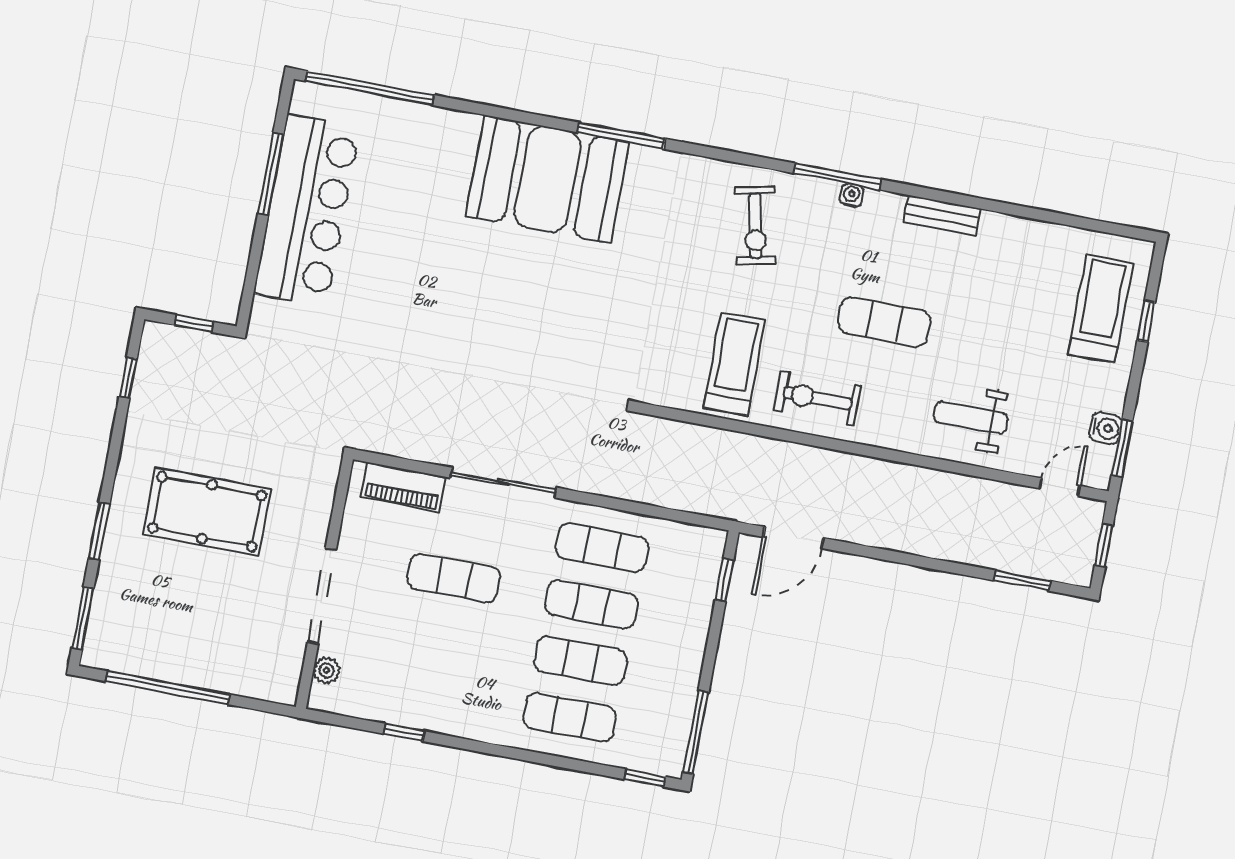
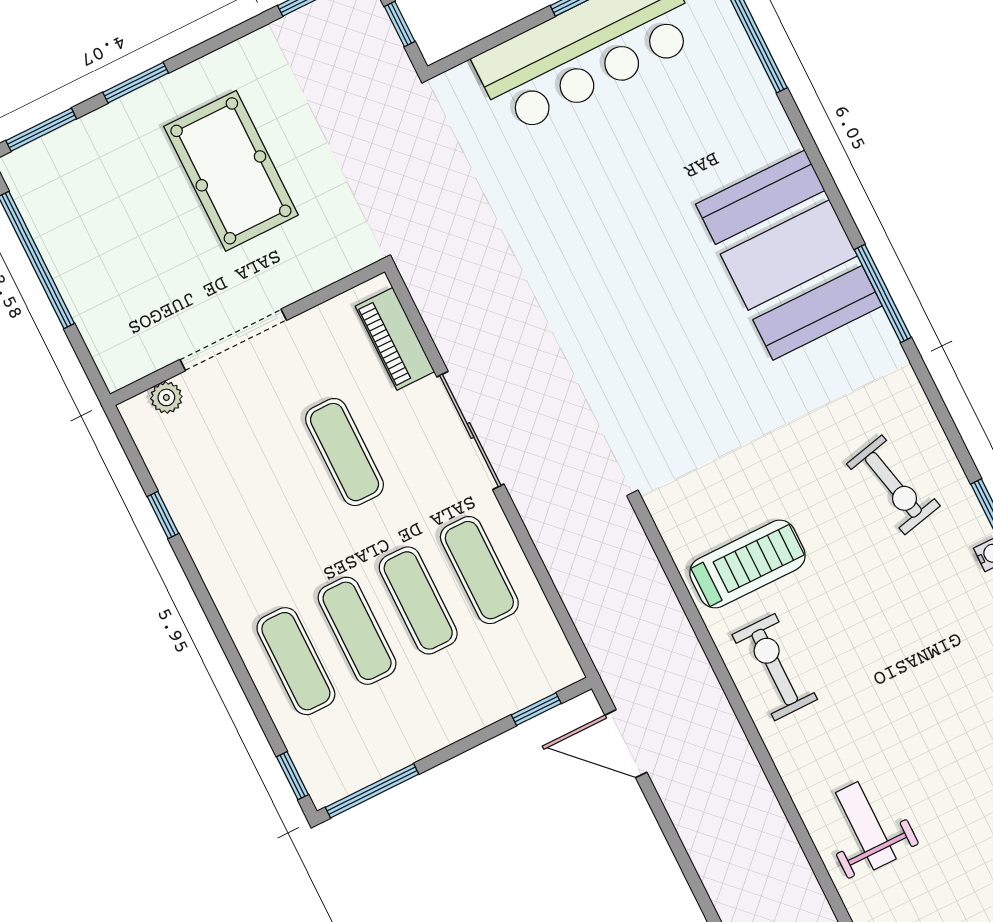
exercise bike: (755, 226) -> (893, 485), turned -91
exercise mat: (884, 322) -> (895, 676), removed

